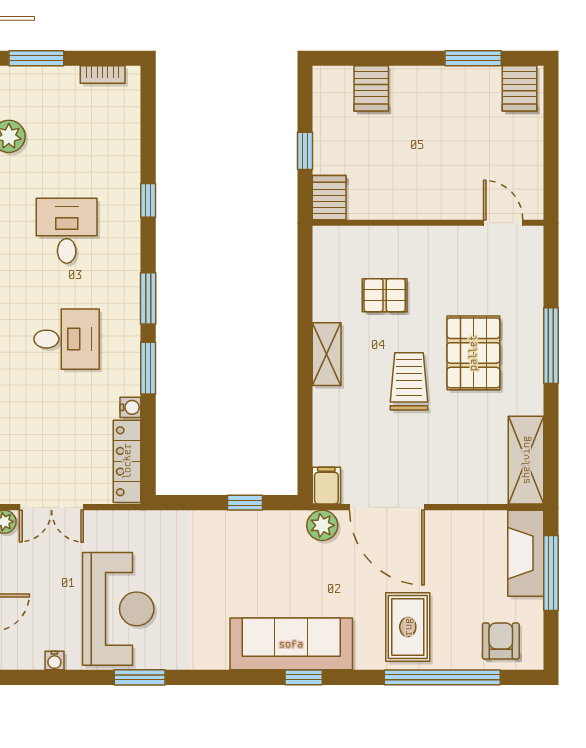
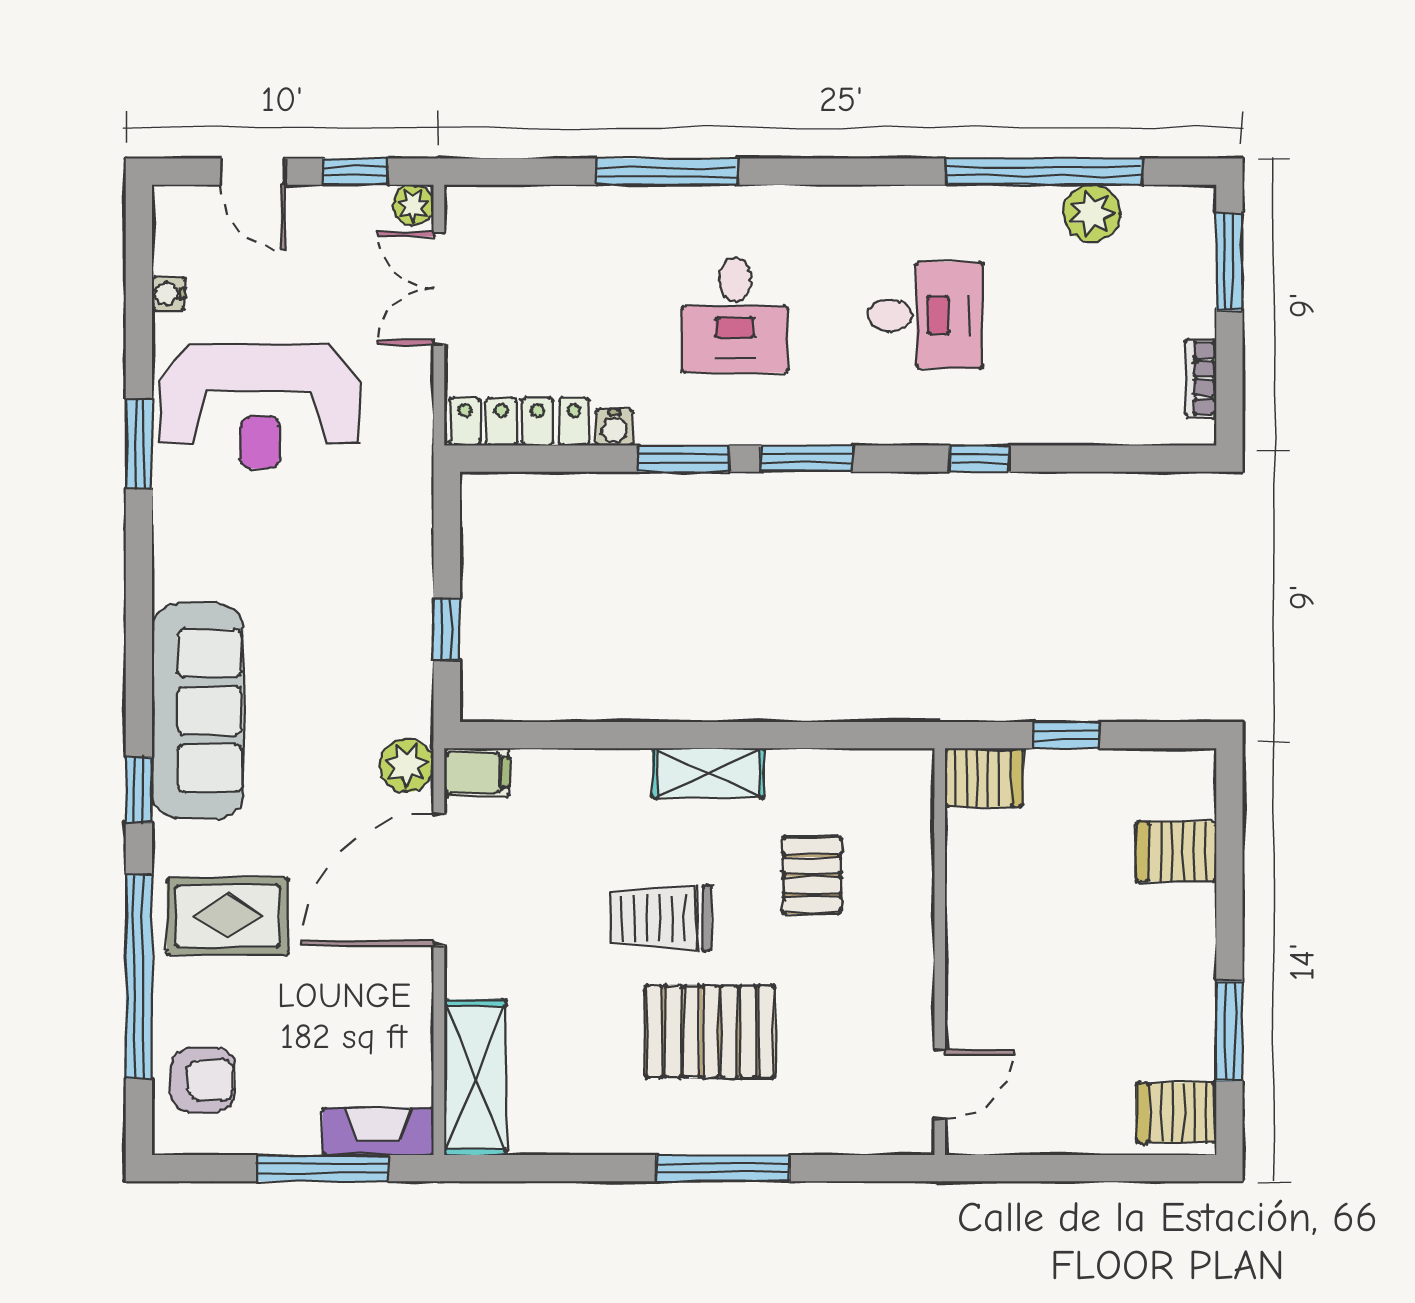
trolley: (409, 381) -> (660, 918), turned 180
shelving: (526, 460) -> (475, 1078), moved, turned 90
fireplace: (526, 553) -> (378, 1131), width x0.73, depth x0.76
window: (304, 677) -> (139, 790), moved

